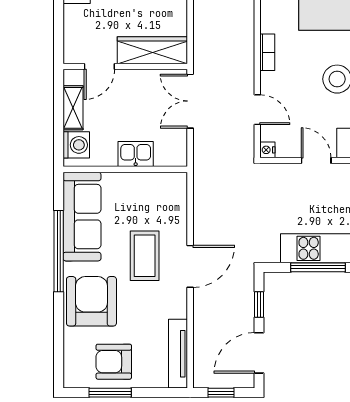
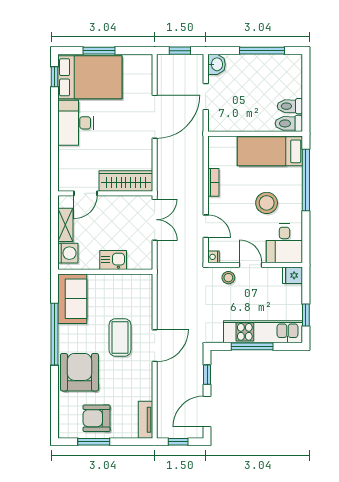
double door: (190, 101) -> (155, 220), swing flipped
stool: (287, 177) -> (228, 278), added
sofa: (82, 217) -> (72, 299), width x0.73
tv unit: (178, 354) -> (145, 420), width x0.71

